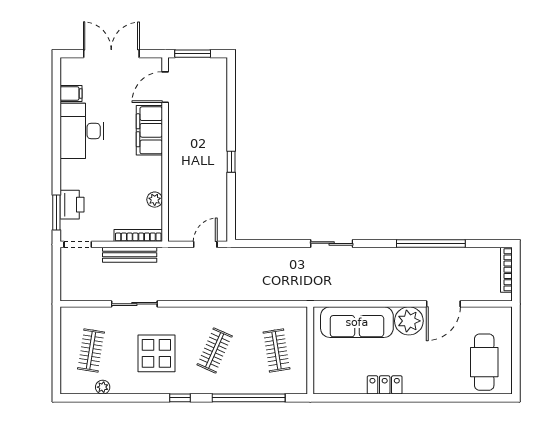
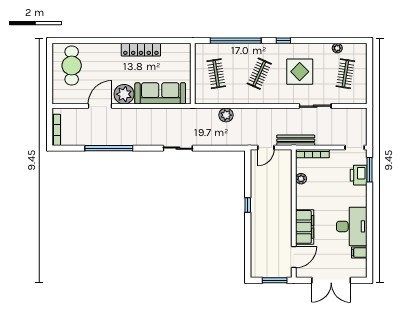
bench: (130, 255) -> (296, 140), moved
plant: (262, 291) -> (226, 115), added
locker: (385, 385) -> (141, 50), width x1.53

